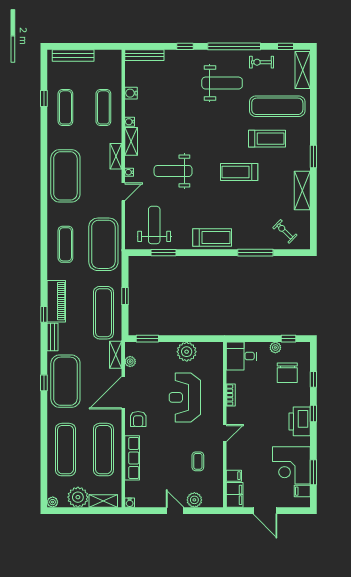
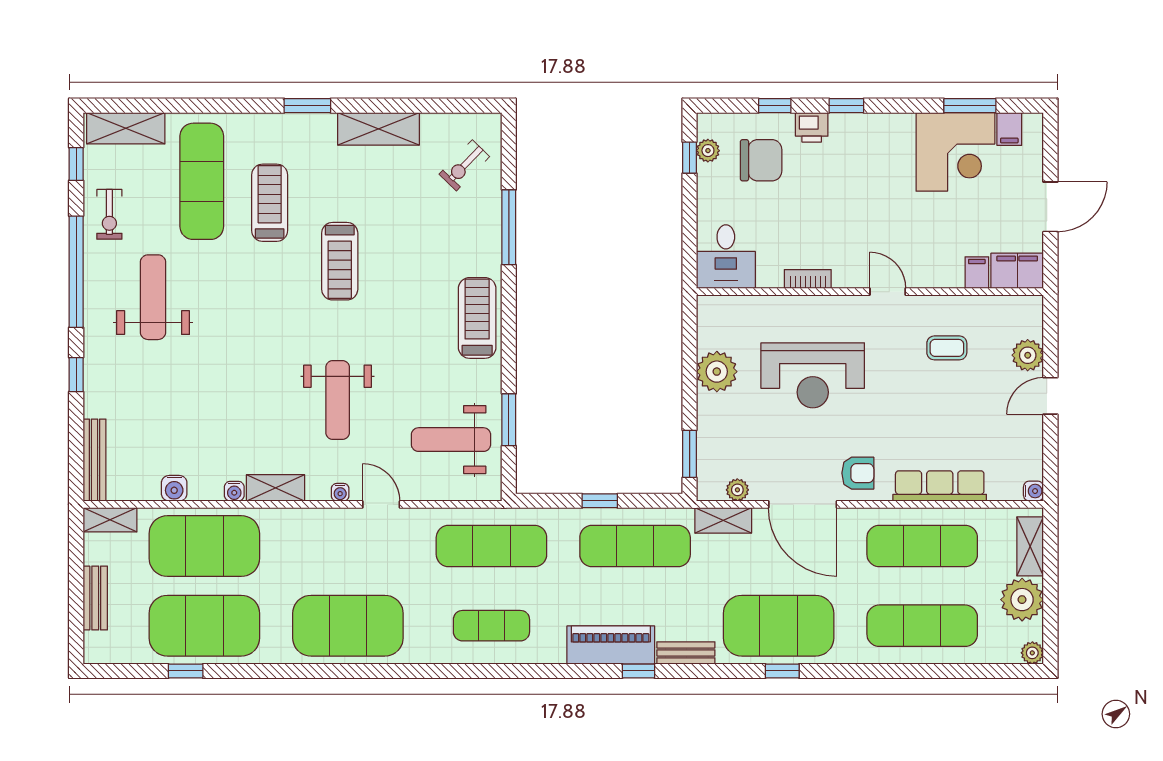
bench: (73, 55) -> (95, 598), width x0.73
exercise mat: (65, 107) -> (204, 626), width x2.00, depth x1.45
exercise mat: (103, 107) -> (204, 546), width x2.00, depth x1.45
shelving: (116, 156) -> (110, 520), moved
exercise mat: (103, 244) -> (491, 546), width x0.68
plant: (275, 348) -> (708, 151), moved
printer: (300, 421) -> (812, 127), moved, width x0.53, depth x0.68

